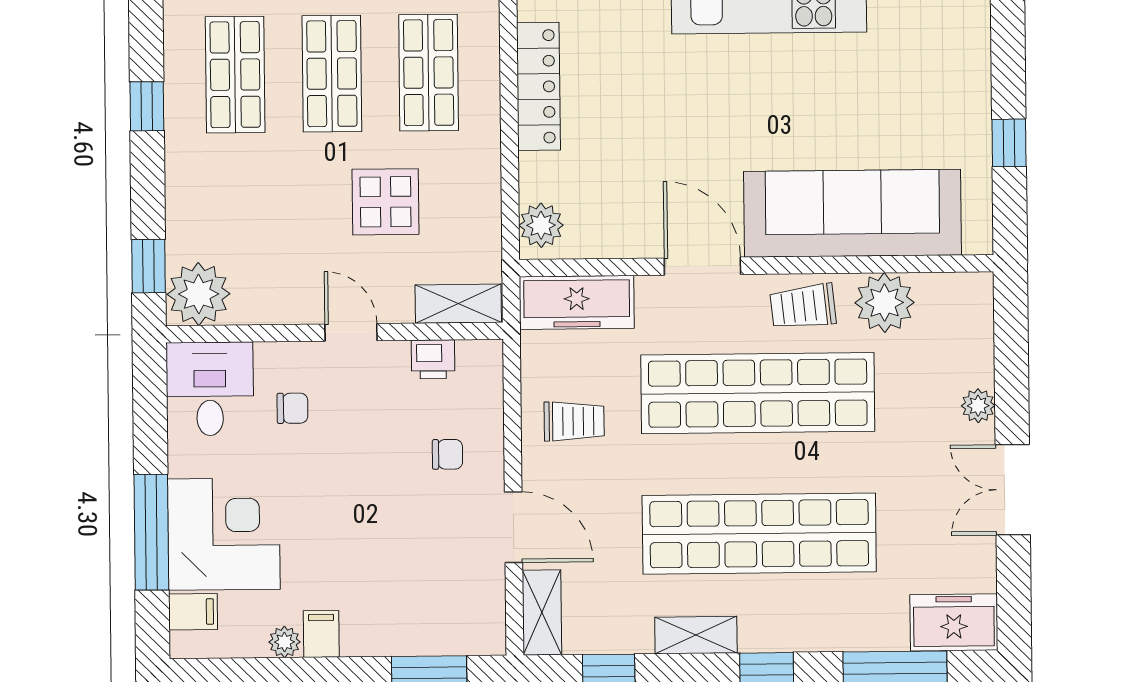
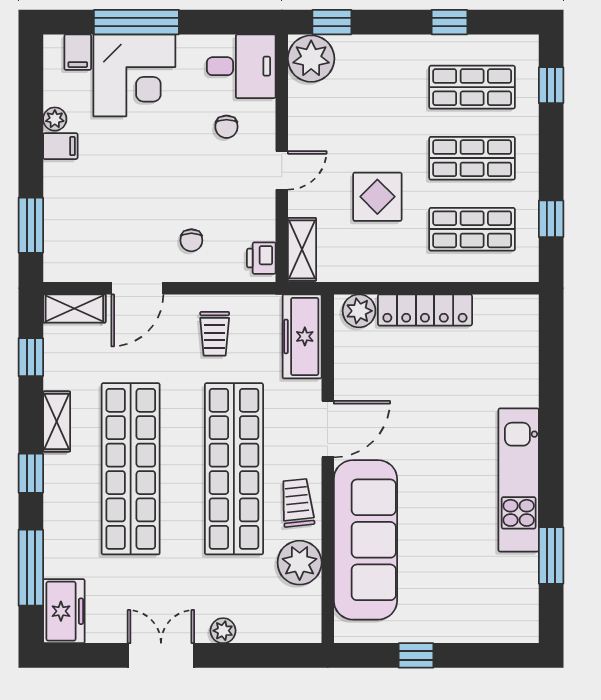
locker: (538, 86) -> (425, 310), moved
printer: (433, 359) -> (261, 258), moved

